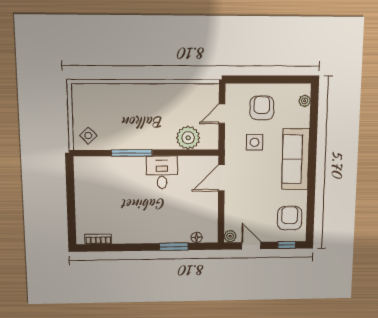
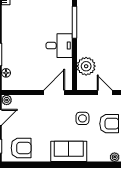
sofa: (296, 159) -> (69, 151), width x0.73
door: (221, 178) -> (54, 93), hinge flipped

